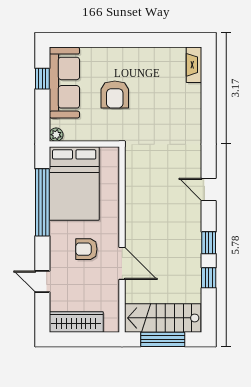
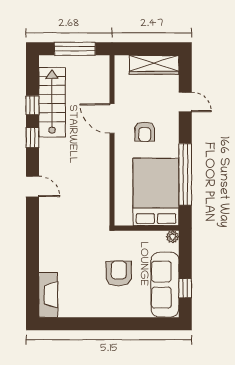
fireplace: (194, 65) -> (48, 295), width x1.37, depth x1.32
armchair: (86, 249) -> (145, 132), turned 90
stairs: (163, 318) -> (52, 102), moved, turned -90

